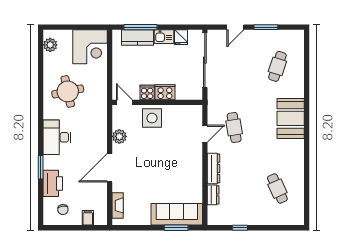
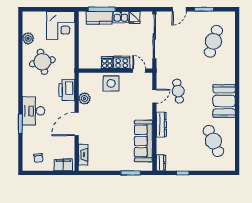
plant: (50, 45) -> (28, 38), moved
cafe table: (277, 66) -> (213, 41), width x1.37, depth x1.35
door: (124, 102) -> (139, 71), moved
booth: (291, 118) -> (224, 101), moved
desk: (57, 137) -> (34, 111), moved
printer: (53, 183) -> (67, 90), moved, turned 180
cafe table: (277, 189) -> (213, 141), width x1.37, depth x1.35
dresser: (213, 195) -> (161, 163), moved
sofa: (177, 214) -> (143, 141), moved, turned -90
filing cabinet: (88, 218) -> (63, 165), width x2.00

